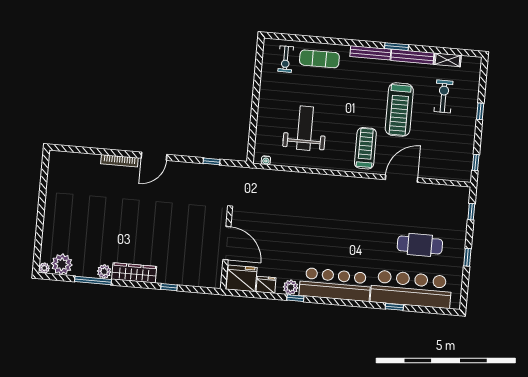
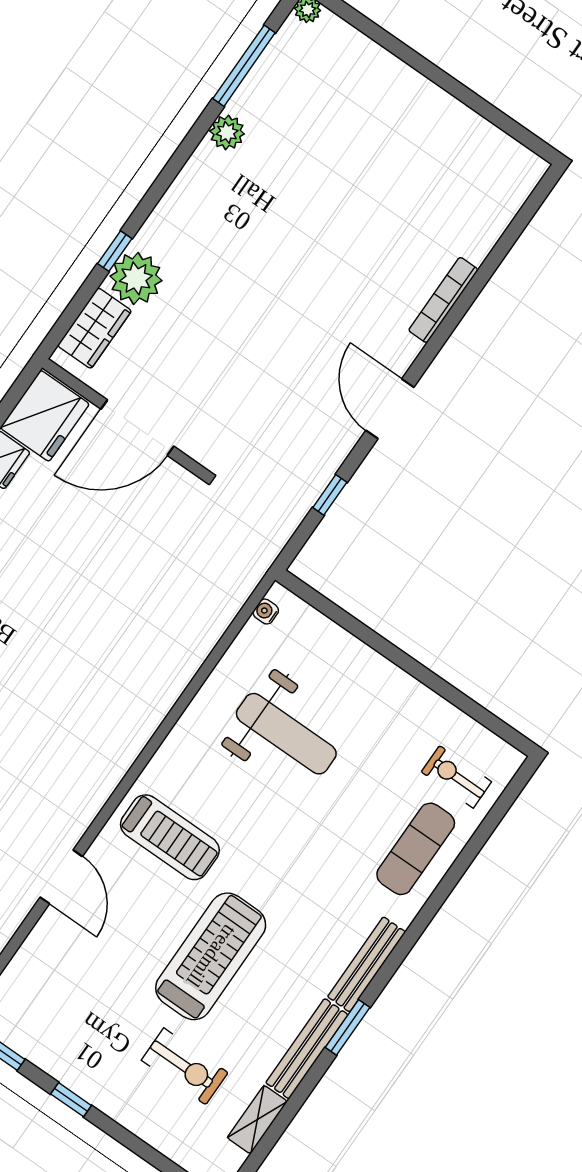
treadmill: (399, 110) -> (211, 956), turned 90
window: (480, 111) -> (71, 1100), moved
door: (154, 156) -> (390, 409), moved
door: (402, 179) -> (61, 877), width x0.73
plant: (62, 264) -> (136, 278), moved
wardrobe: (134, 273) -> (94, 328), moved, width x0.67
window: (93, 280) -> (244, 66), moved

